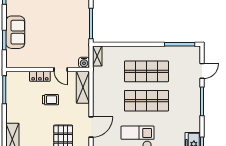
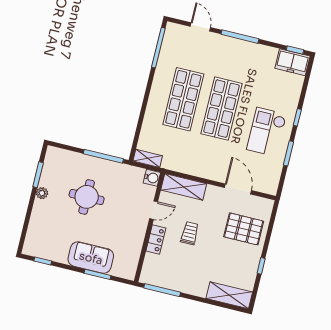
round table: (59, 18) -> (87, 197), added

